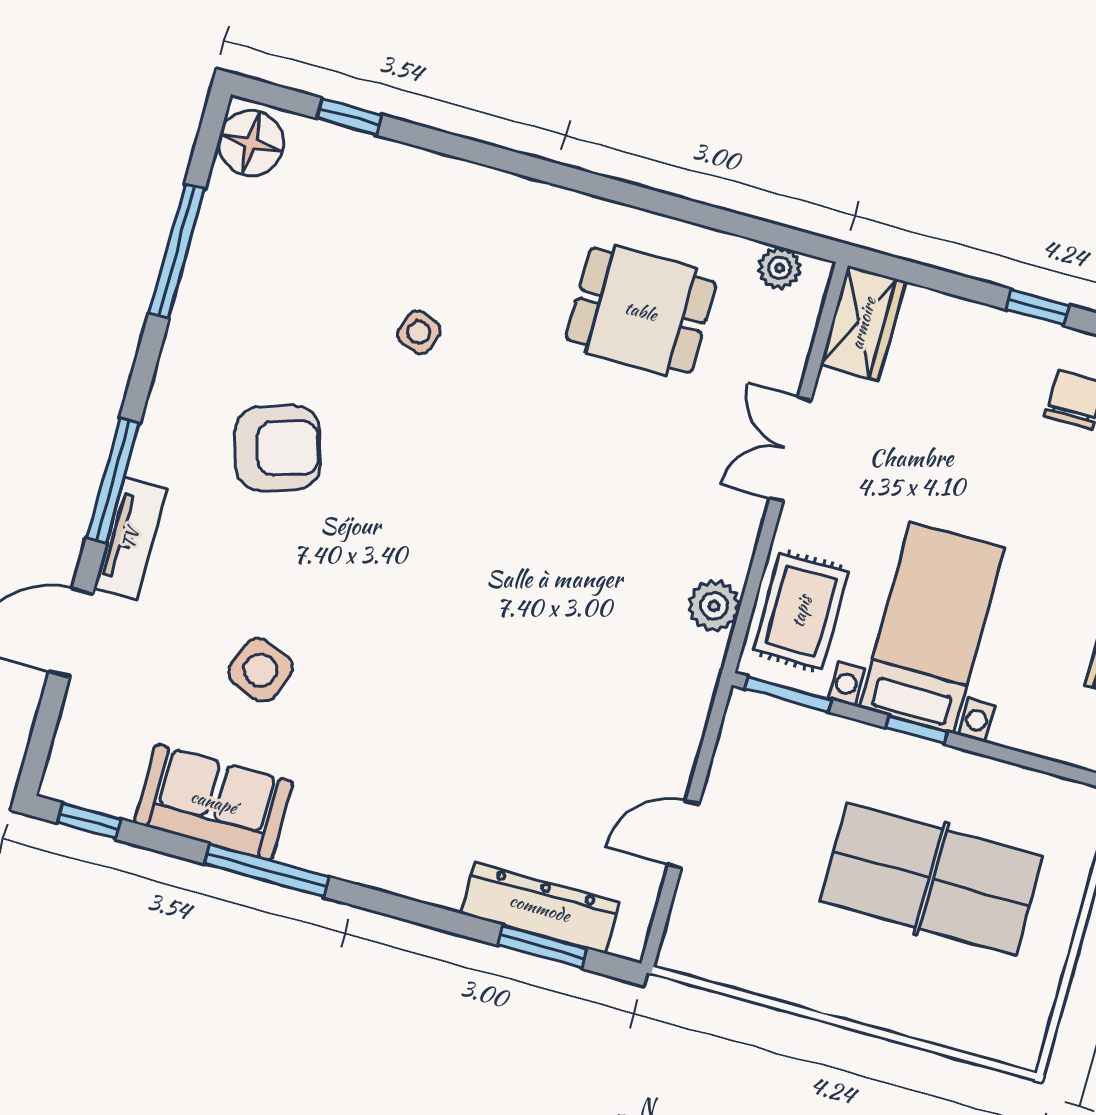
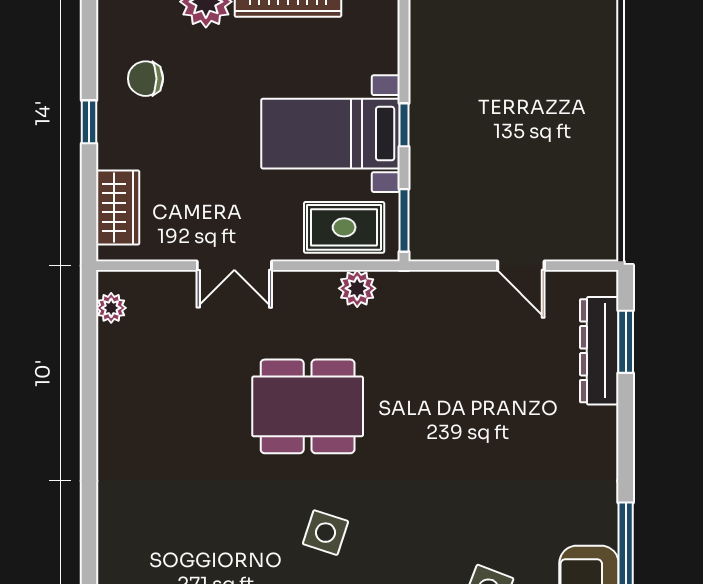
dining table: (641, 311) -> (308, 406), moved, width x1.38
wardrobe: (863, 323) -> (118, 207), moved, turned 90
side table: (419, 332) -> (325, 533), moved, width x1.37, depth x1.37
table tennis table: (931, 879) -> (504, 86), removed

